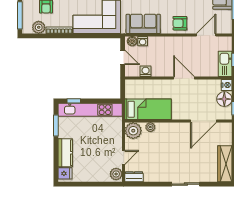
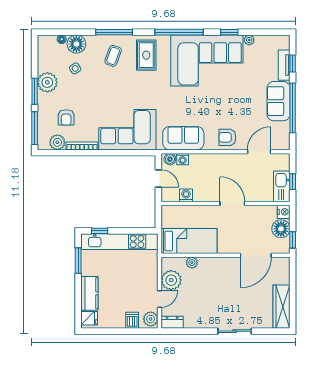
plant: (133, 131) -> (171, 280), moved
dishwasher: (101, 175) -> (132, 320), added

